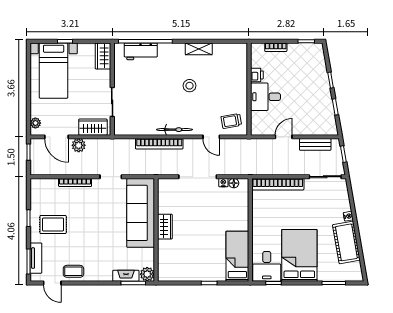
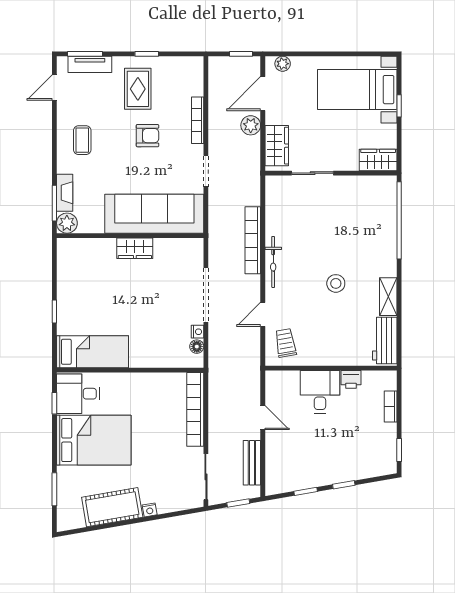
workbench: (141, 51) -> (385, 341), moved
armchair: (86, 218) -> (148, 136), added
coffee table: (73, 271) -> (82, 140), moved

